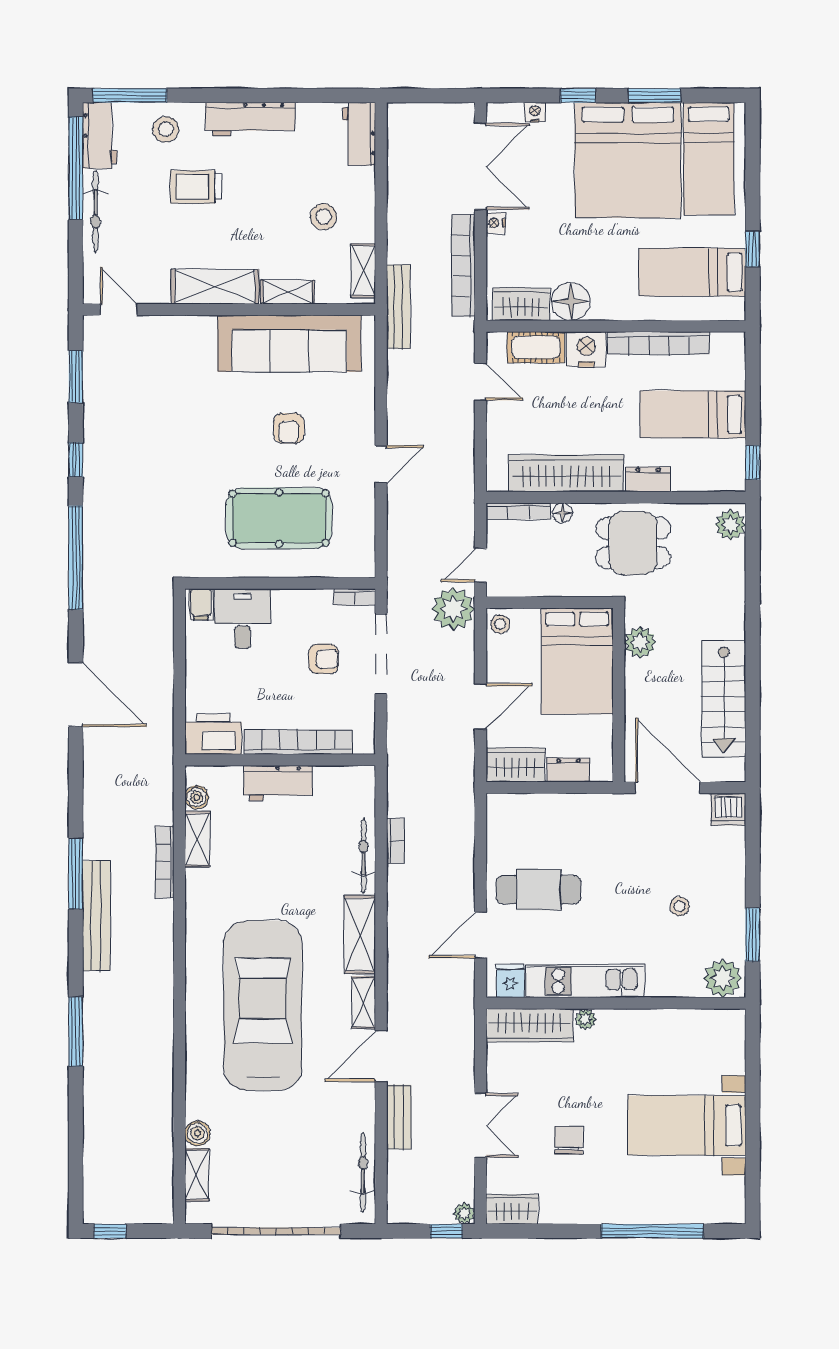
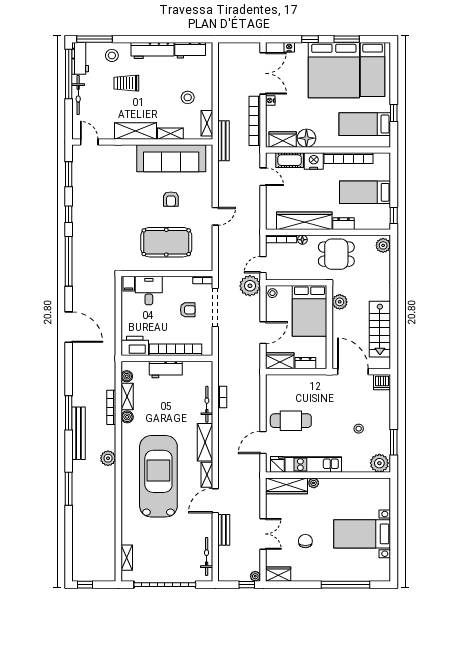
workbench: (359, 134) -> (190, 50), moved, turned -90
plant: (158, 968) -> (108, 458), added
boiler: (197, 1133) -> (127, 417), moved

